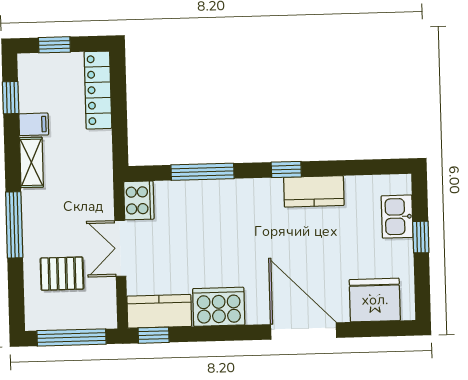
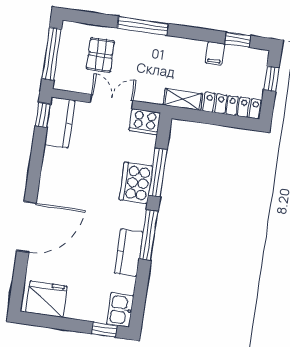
shelving: (31, 162) -> (183, 99), moved
window: (286, 169) -> (149, 235), width x2.17
kitchen sink: (397, 217) -> (120, 310), moved, turned -90
window: (421, 237) -> (104, 330), moved
fridge: (375, 300) -> (46, 299), moved, turned -90
cooker: (219, 307) -> (136, 183), moved, turned 180

